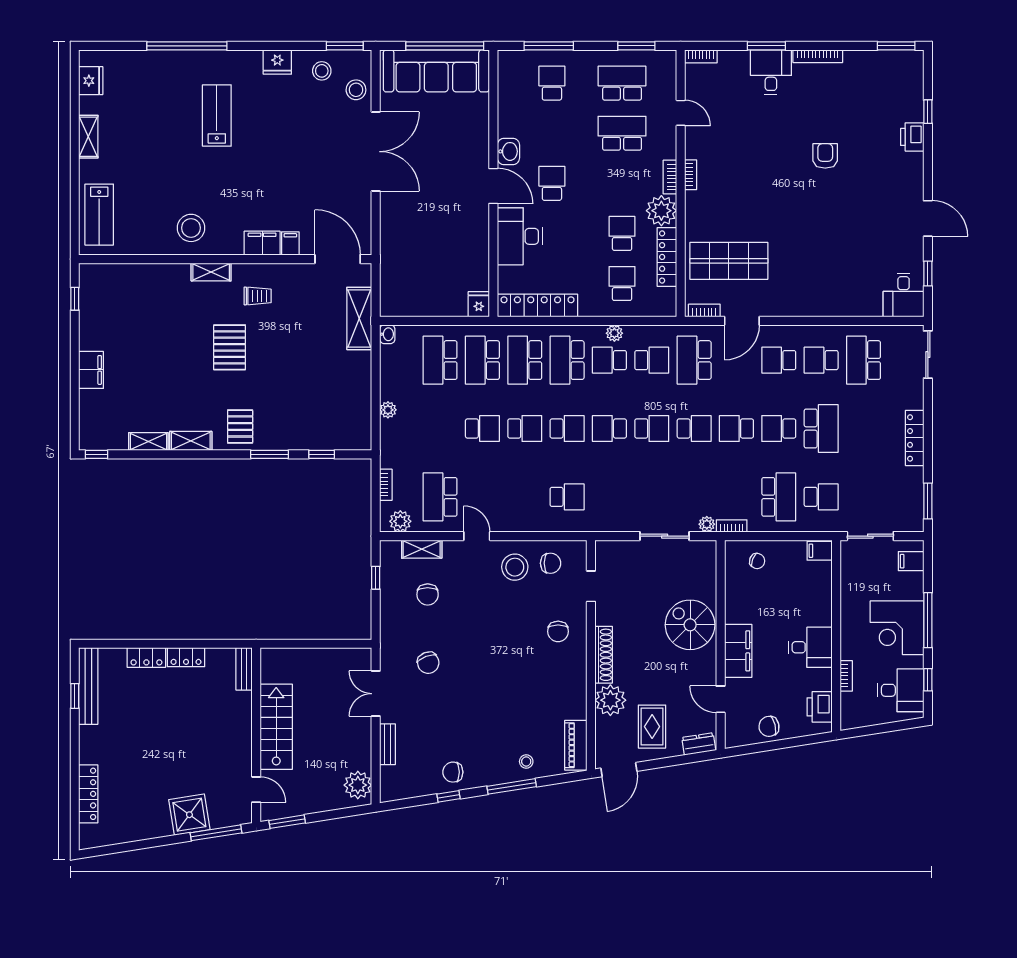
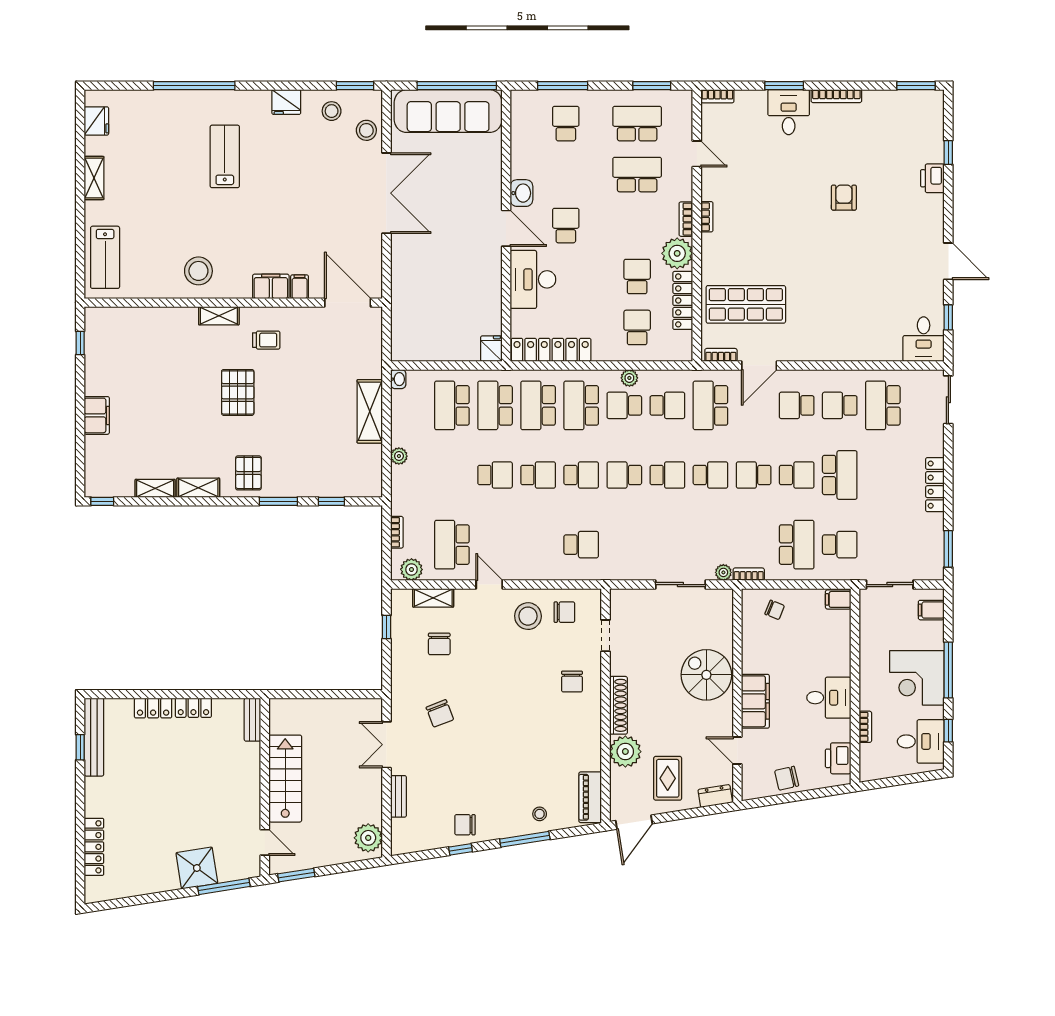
shelving: (359, 318) -> (370, 411), moved
school desk: (779, 428) -> (797, 475), turned 180

